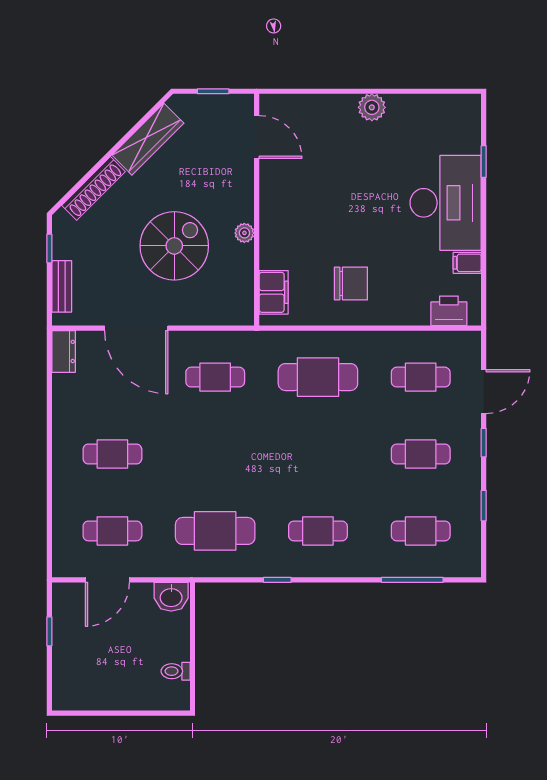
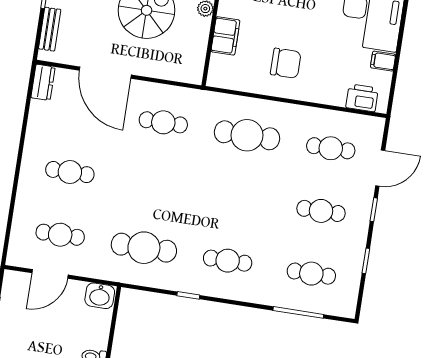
filing cabinet: (274, 292) -> (225, 36), moved

